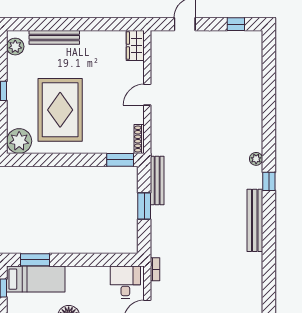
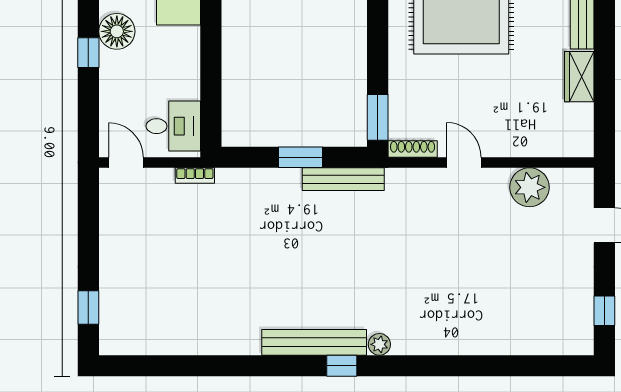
wardrobe: (135, 46) -> (579, 77), moved, turned -90
plant: (162, 69) -> (529, 187), added
door: (147, 95) -> (464, 162), moved
bench: (255, 220) -> (314, 342), moved

